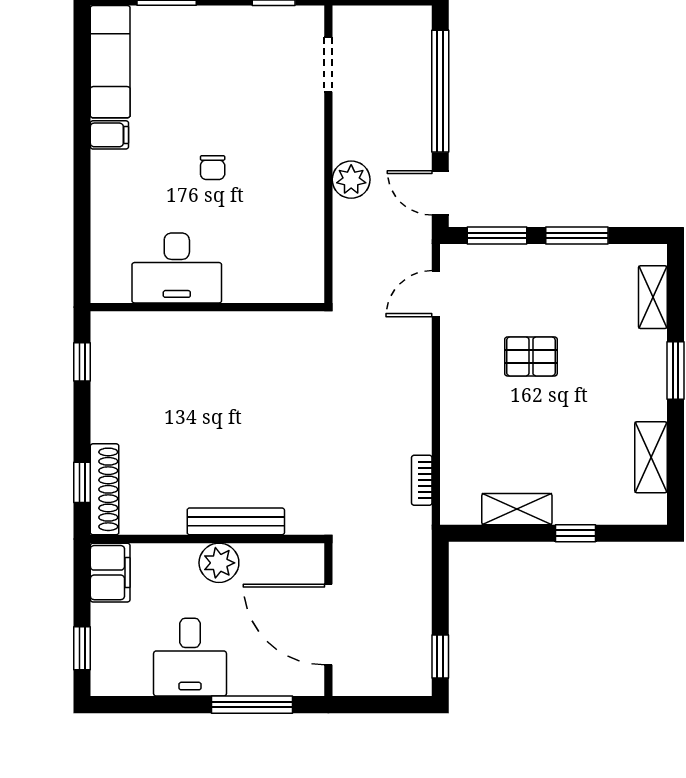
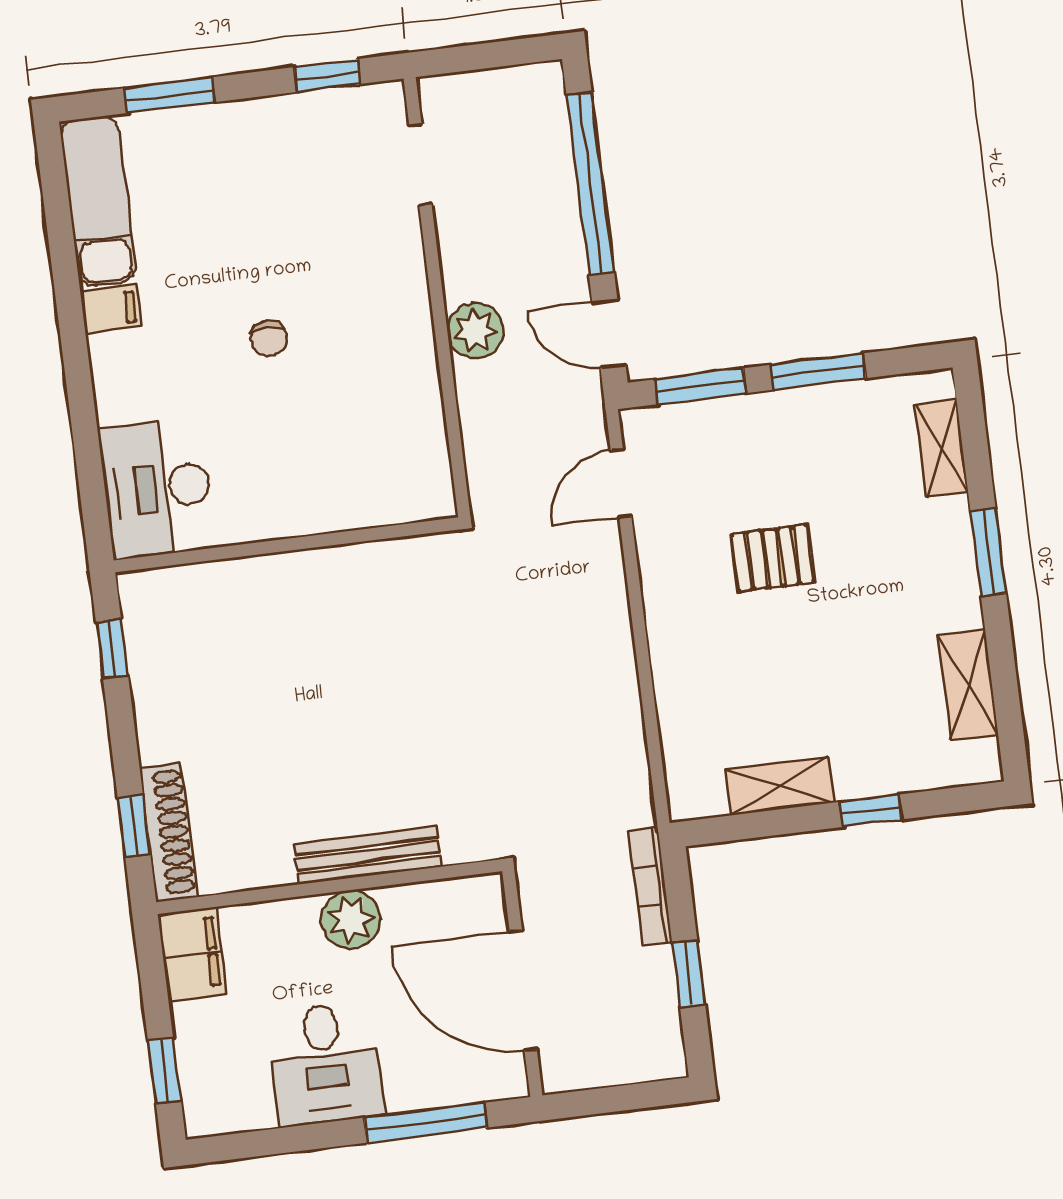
desk: (177, 268) -> (157, 488), moved, turned 90
bookcase: (422, 480) -> (650, 886), moved, width x1.56
window: (440, 656) -> (689, 974), moved

